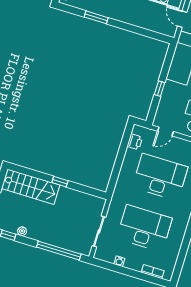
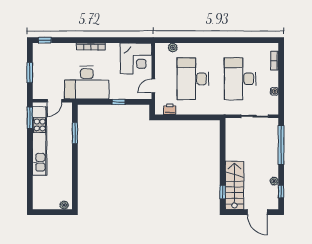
window: (96, 17) -> (75, 133), moved
door: (165, 131) -> (153, 86), swing flipped
window: (60, 182) -> (223, 192), moved

